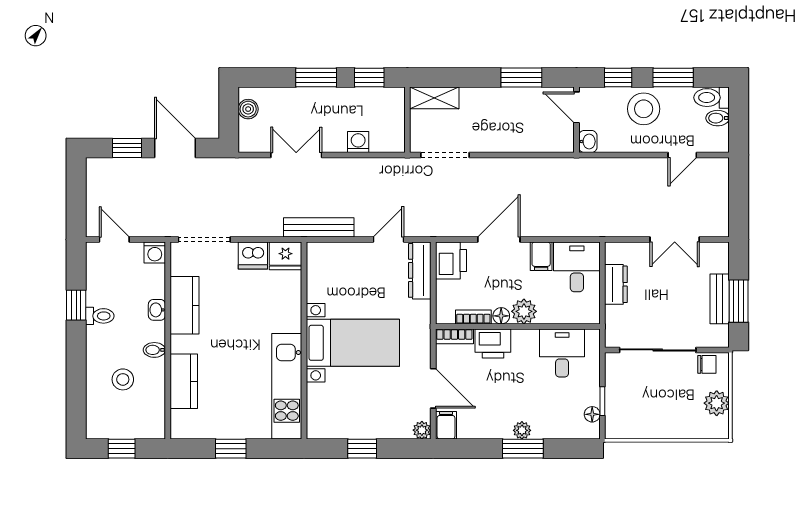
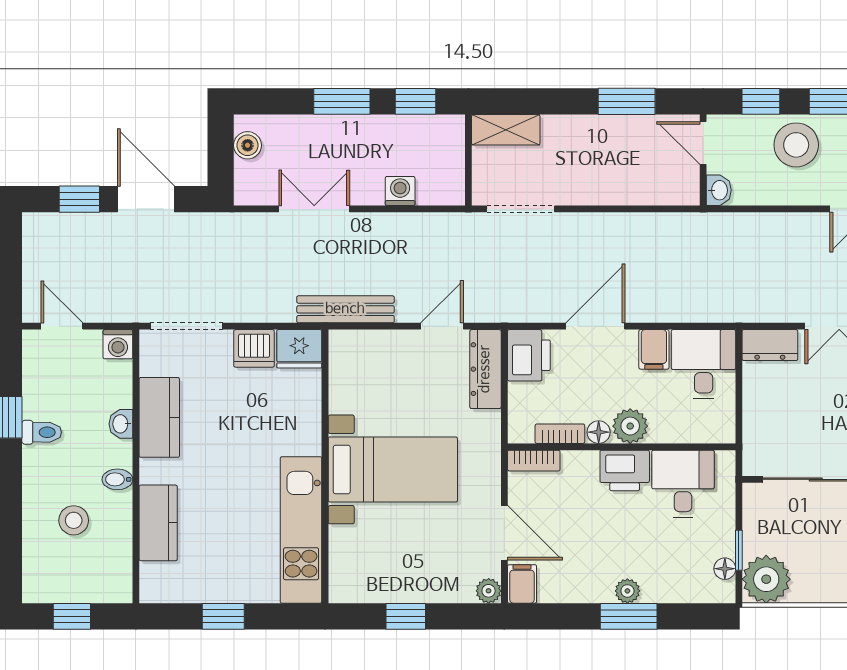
dresser: (616, 284) -> (770, 345), moved, turned 90
printer: (493, 343) -> (625, 470), moved
plant: (622, 422) -> (766, 579), added

